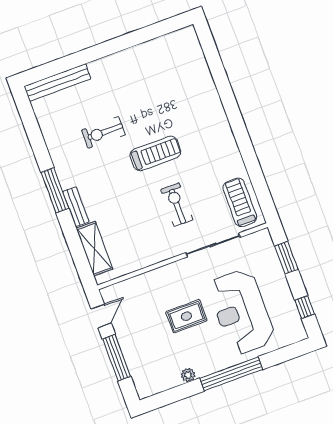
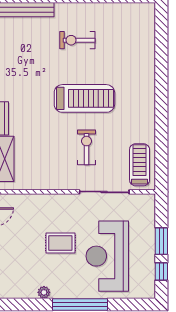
exercise bike: (103, 132) -> (77, 40), moved
treadmill: (155, 153) -> (84, 98), width x1.37, depth x1.38
window: (286, 258) -> (161, 241), moved

